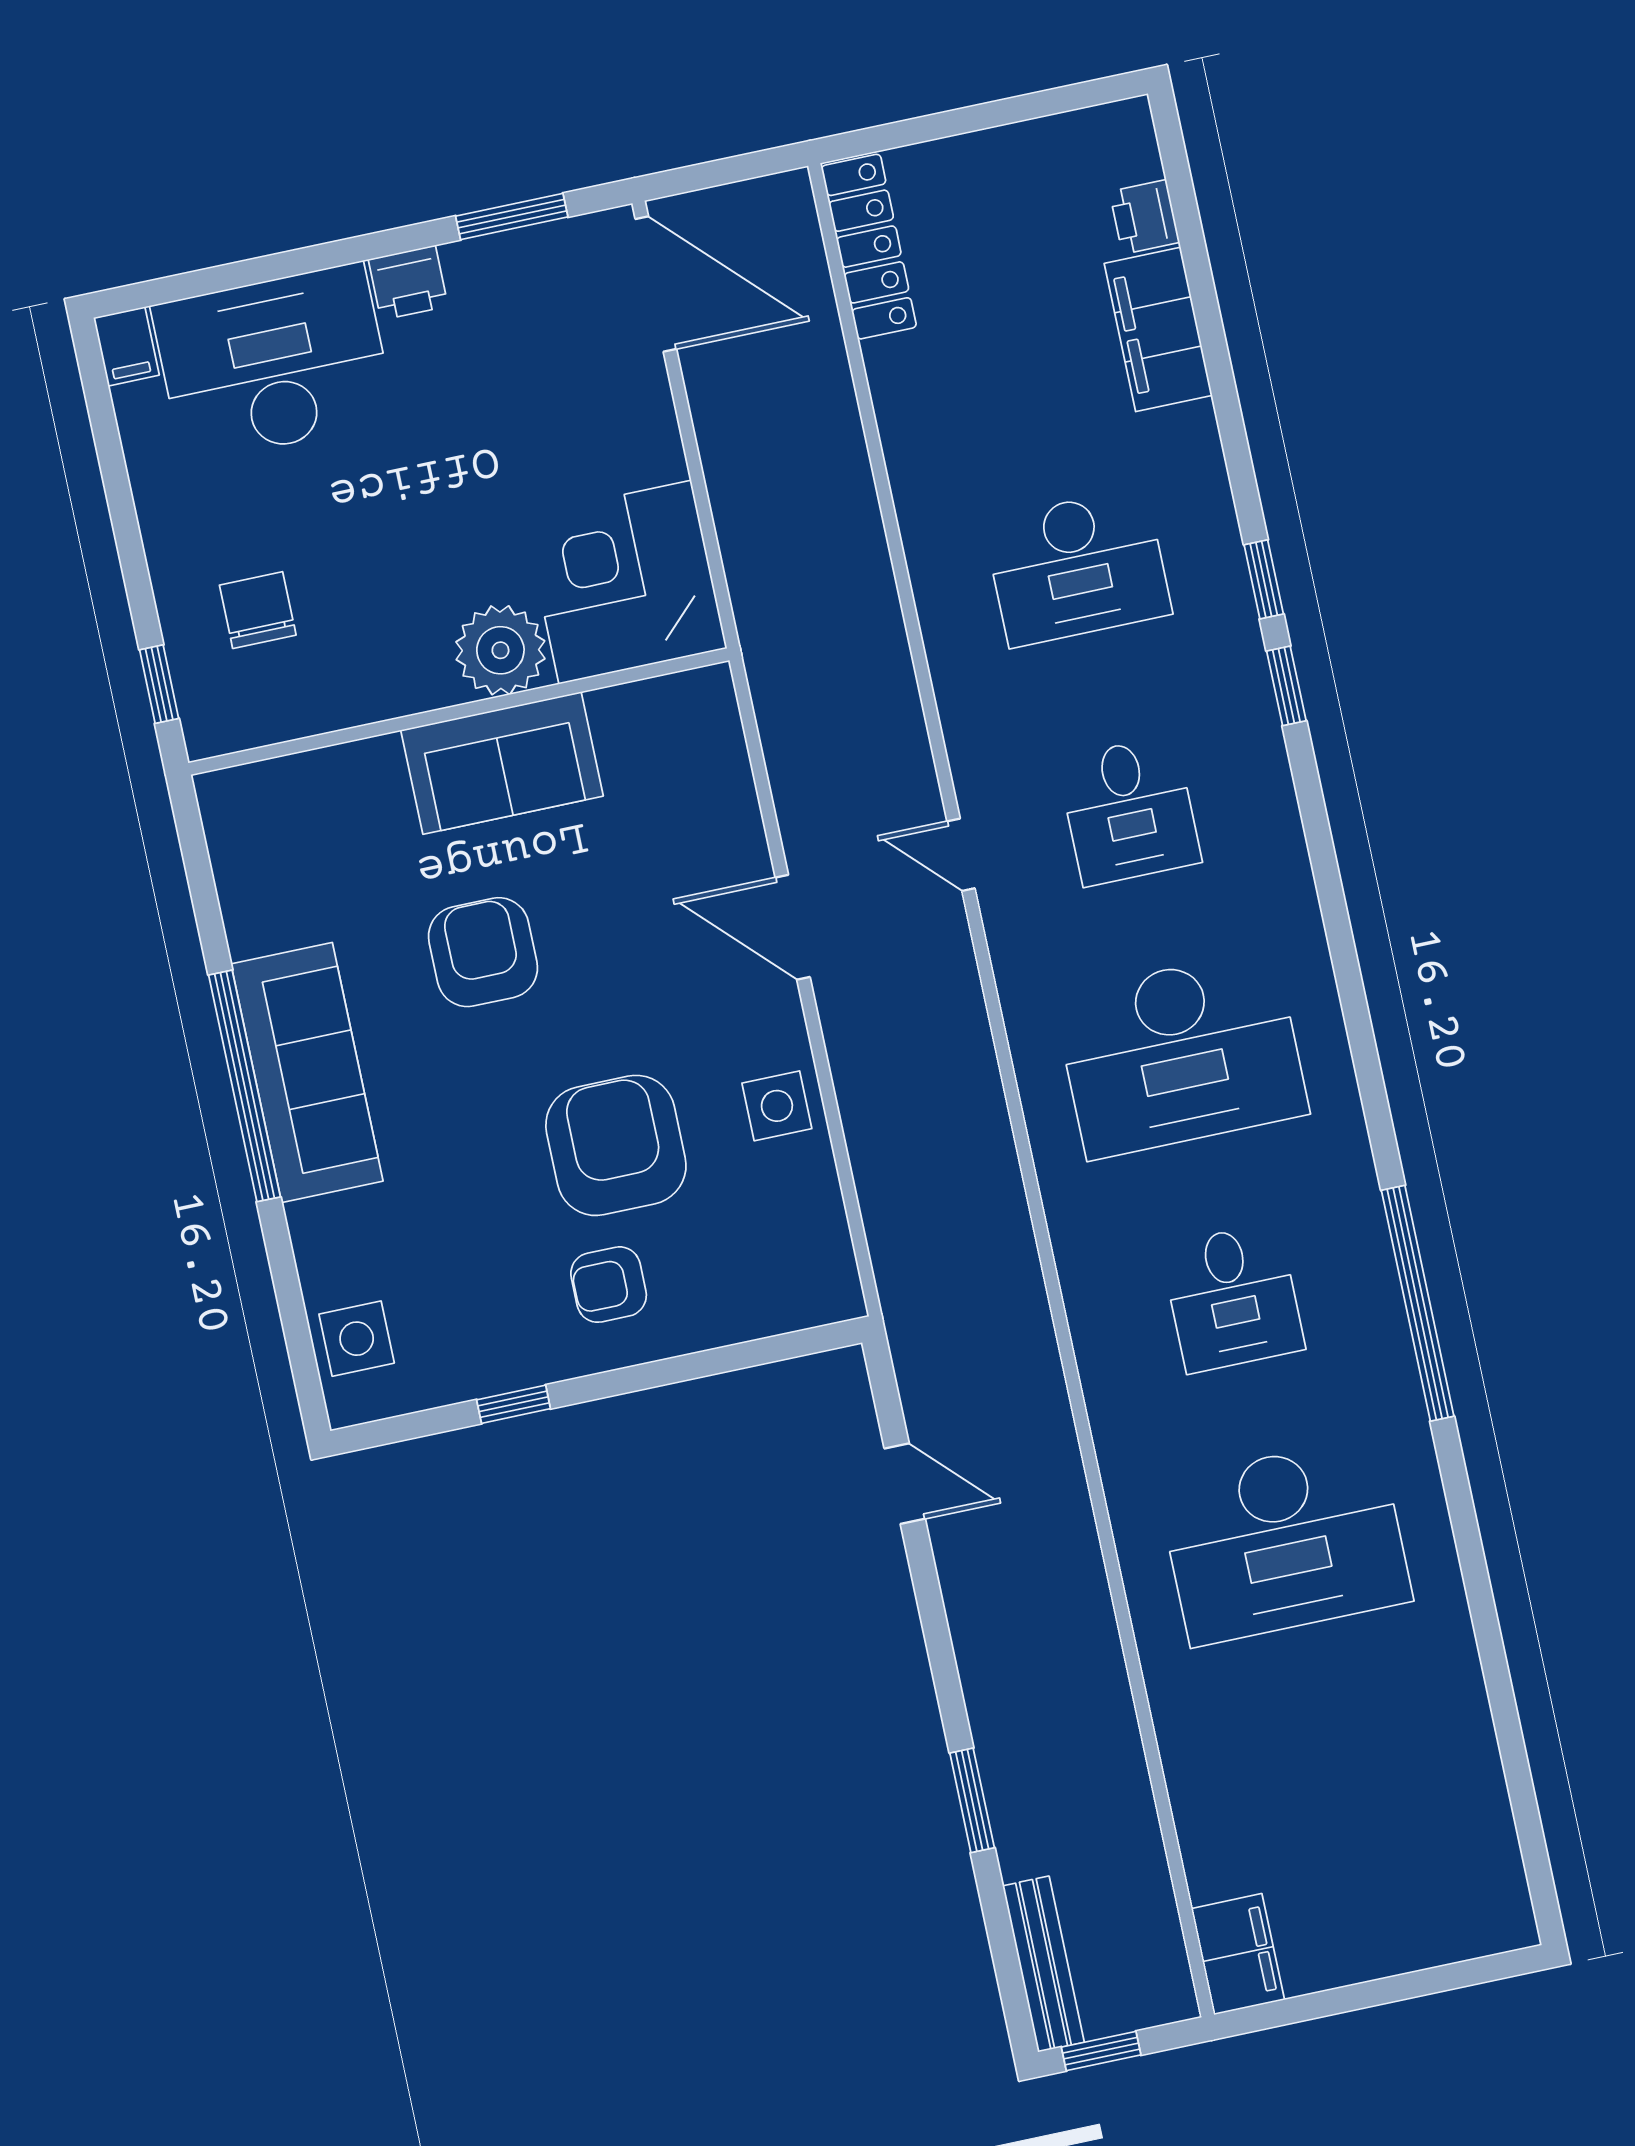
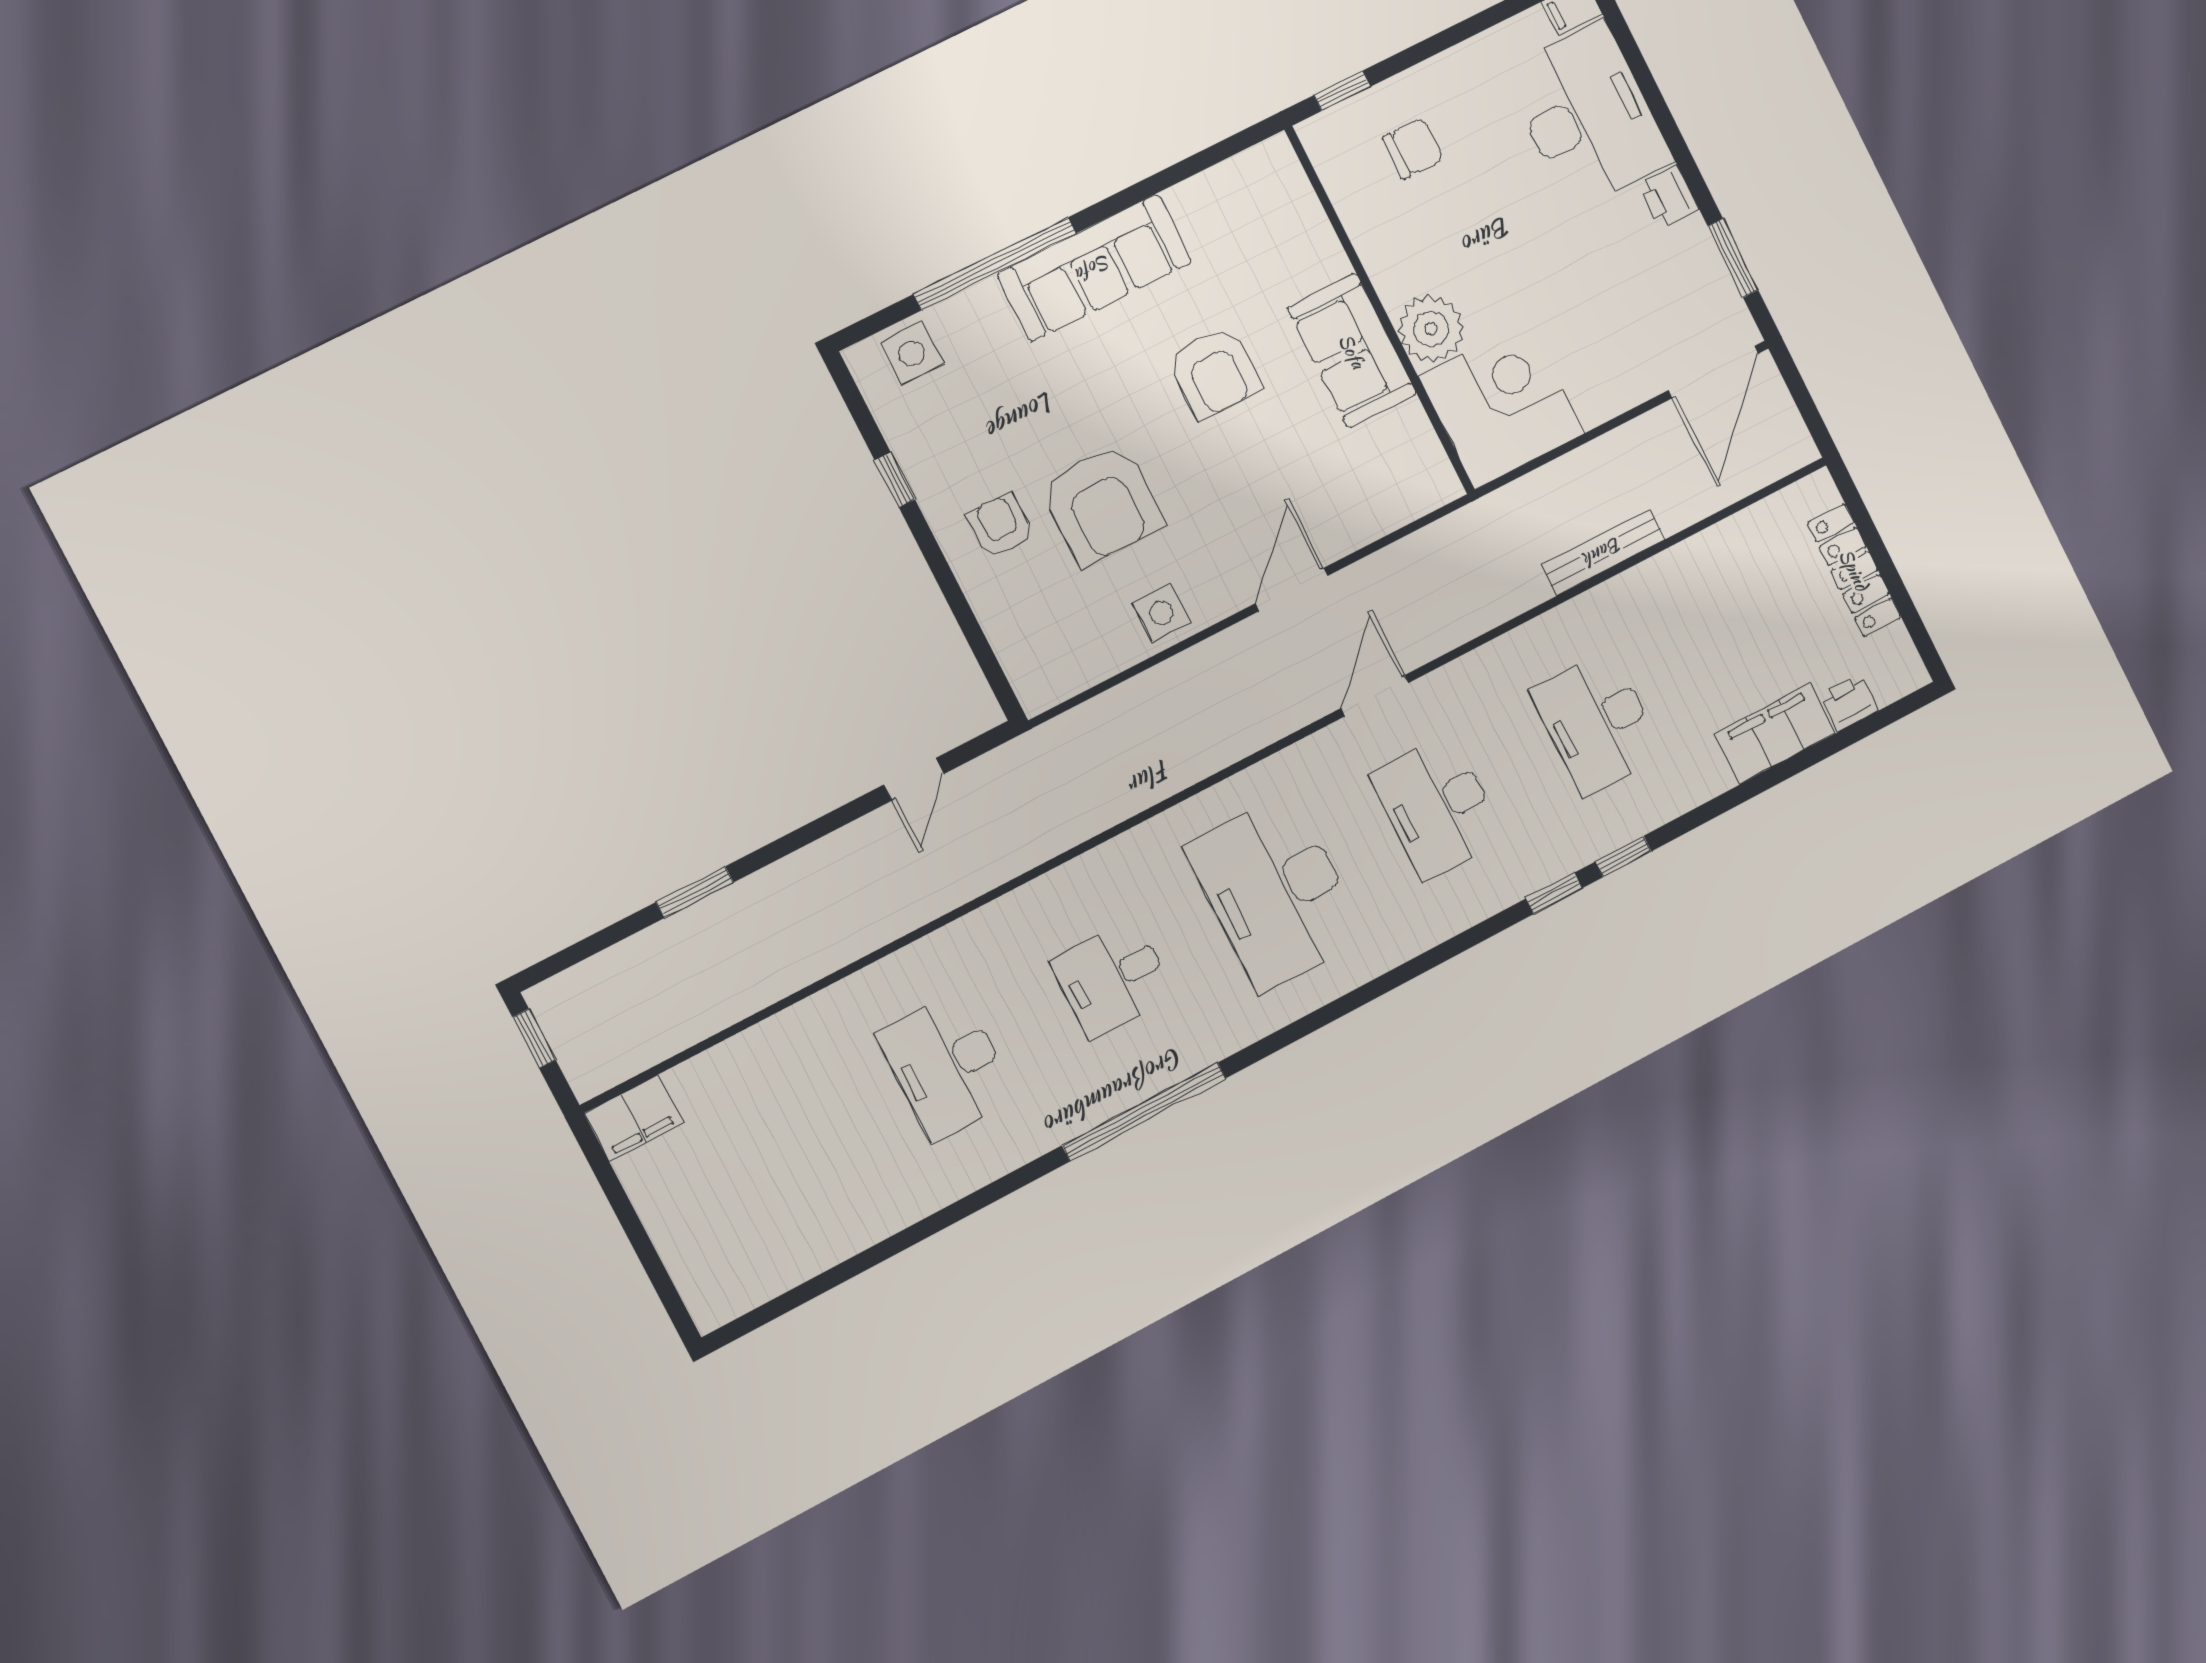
locker: (869, 247) -> (1854, 570), moved, turned 90
desk: (1129, 811) -> (1437, 807), width x1.37
door: (961, 855) -> (1375, 696), width x1.38
armchair: (483, 952) -> (1214, 372), turned 90
window: (245, 1086) -> (995, 264), moved
armchair: (616, 1145) -> (1102, 504), turned 90
desk: (1284, 1541) -> (947, 1065), width x0.73, depth x0.77
bench: (1043, 1964) -> (1603, 552), moved

